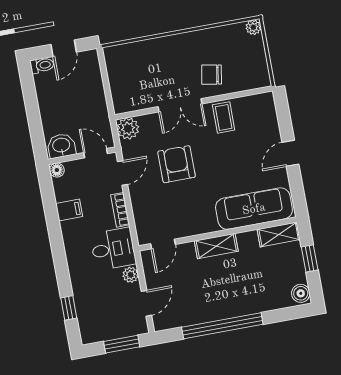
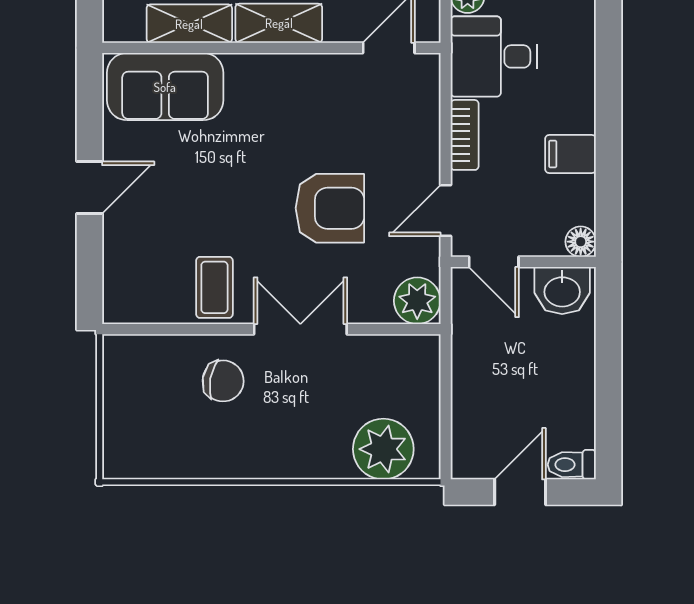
plant: (253, 27) -> (383, 449), moved, width x1.87, depth x1.87
armchair: (177, 164) -> (330, 208), turned -90
sofa: (254, 209) -> (165, 87), width x0.73
shelving: (279, 234) -> (189, 24), moved

